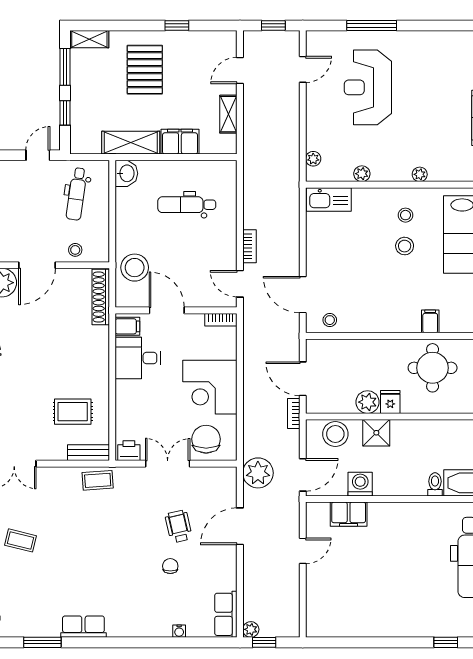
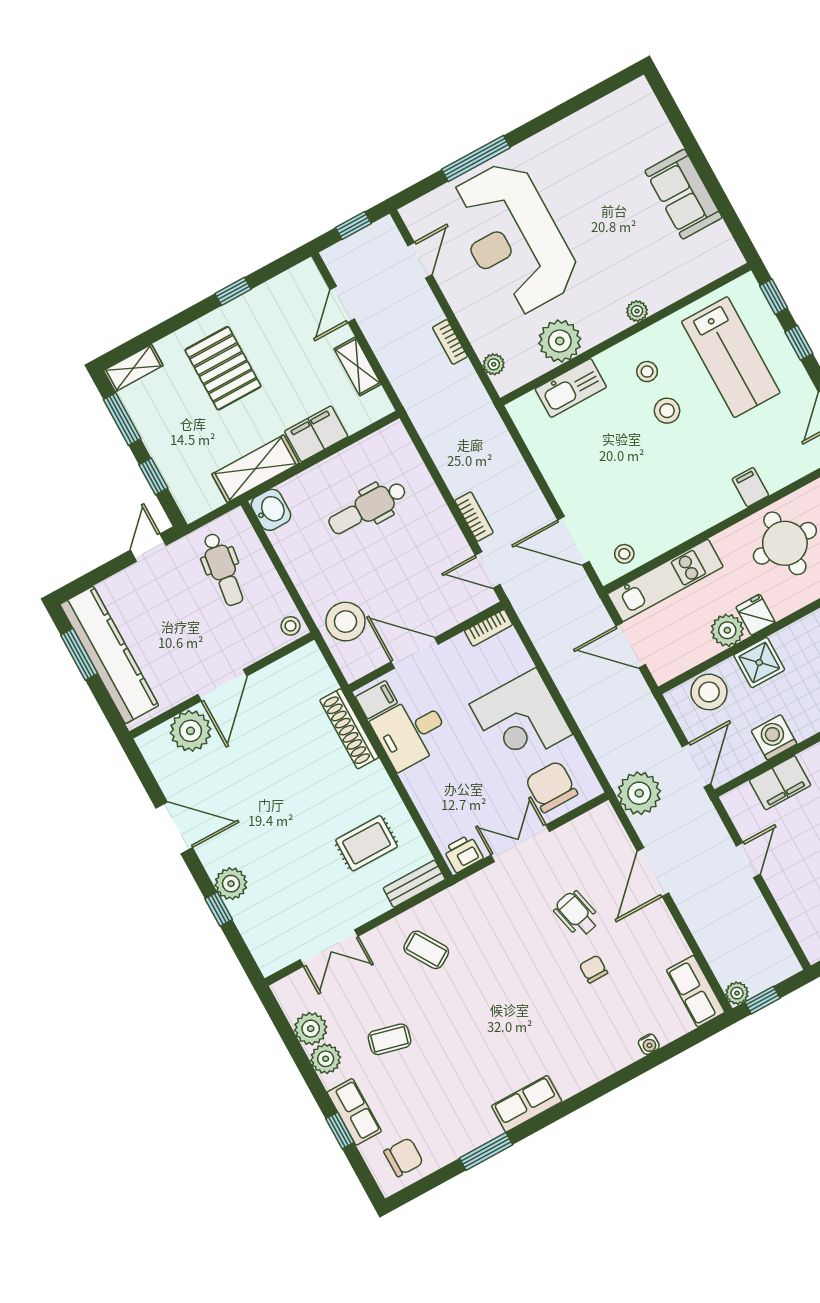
reception desk: (368, 87) -> (513, 238), width x1.36, depth x1.30
plant: (362, 174) -> (560, 341), width x1.87, depth x1.87
kitchen sink: (329, 199) -> (571, 388), moved
stool: (75, 250) -> (291, 626), moved
shoe rack: (101, 297) -> (349, 729), moved
kitchen unit: (346, 350) -> (665, 580), added
bookcase: (294, 414) -> (450, 342), moved
coffee table: (98, 480) -> (426, 950), moved, turned 62

